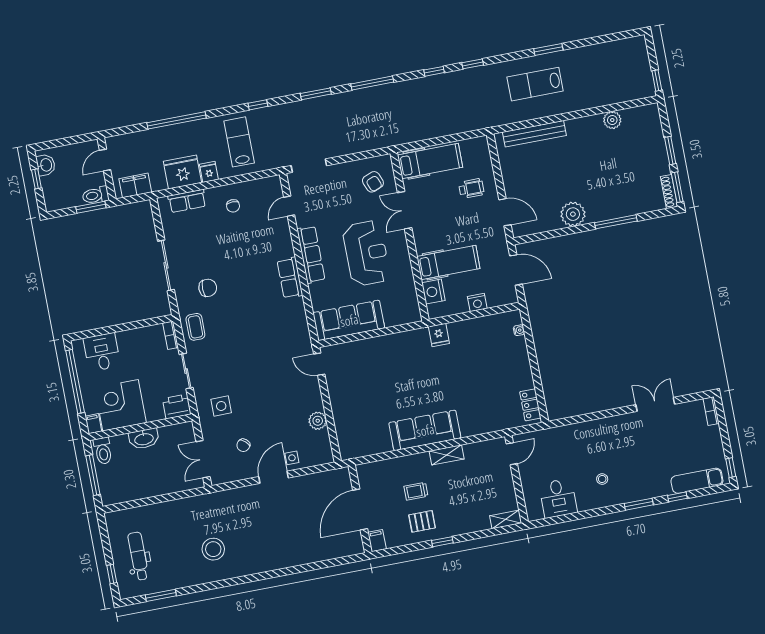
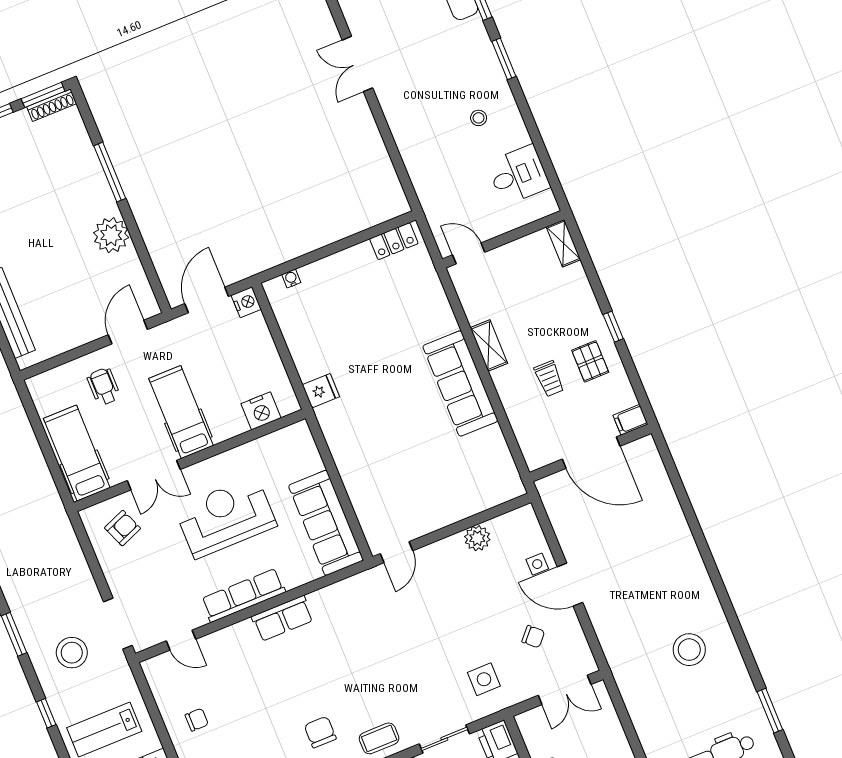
stool: (296, 130) -> (72, 653), added
hospital bed: (448, 262) -> (181, 412), moved
nightstand: (477, 303) -> (246, 302), moved

